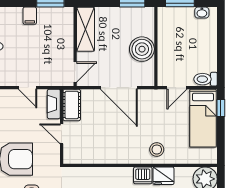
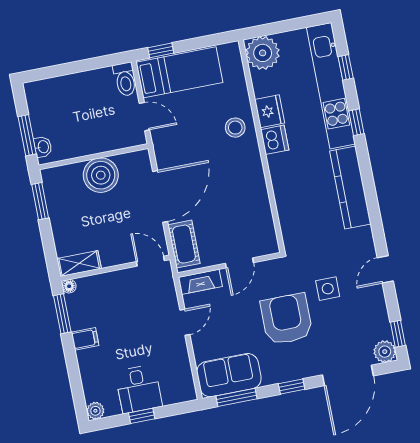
floor lamp: (69, 12) -> (69, 286), added
washbasin: (202, 13) -> (43, 147), moved
shelving: (85, 29) -> (79, 263), width x0.67, depth x0.75
cot: (72, 105) -> (184, 244), moved, turned 90

